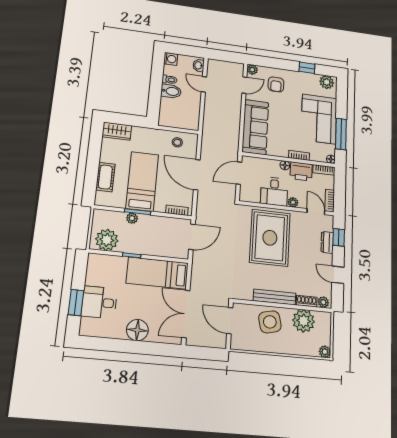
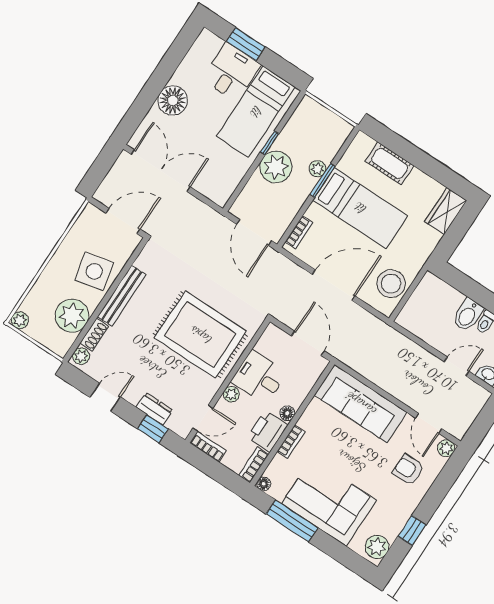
stool: (177, 142) -> (391, 284), width x1.89, depth x1.89
plant: (107, 240) -> (276, 167), moved
bed: (157, 273) -> (256, 112), moved, turned 180

